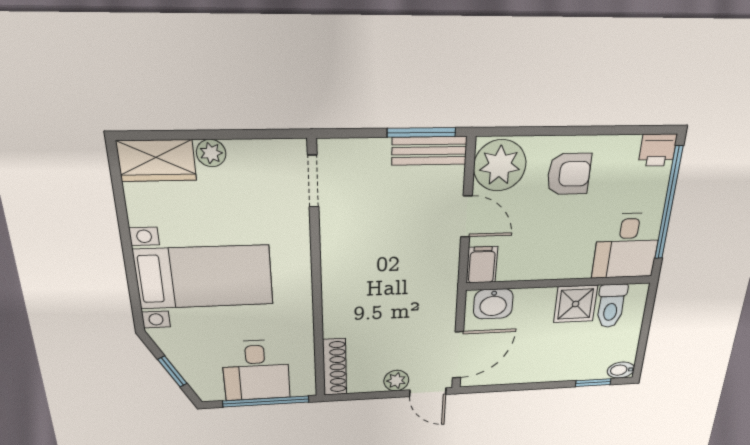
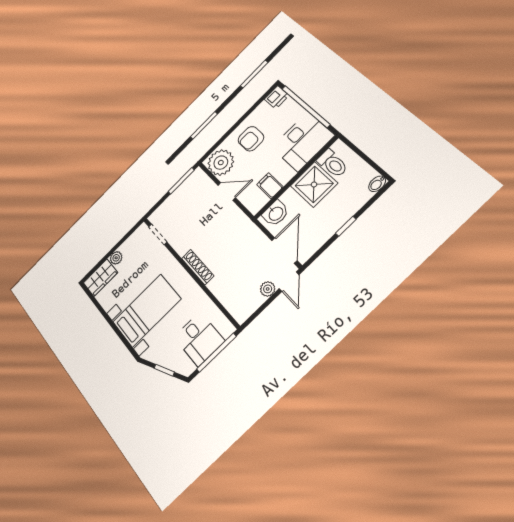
bench: (429, 151) -> (190, 184), removed
armchair: (569, 174) -> (251, 139), turned 180
desk: (627, 246) -> (303, 141), width x1.37
filing cabinet: (482, 265) -> (270, 186), moved
shower: (576, 304) -> (314, 184), width x1.36, depth x1.36
shoe rack: (335, 367) -> (198, 267), moved
window: (593, 383) -> (346, 226), moved
door: (428, 392) -> (289, 282), hinge flipped

